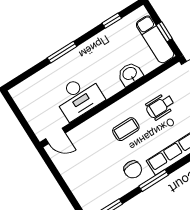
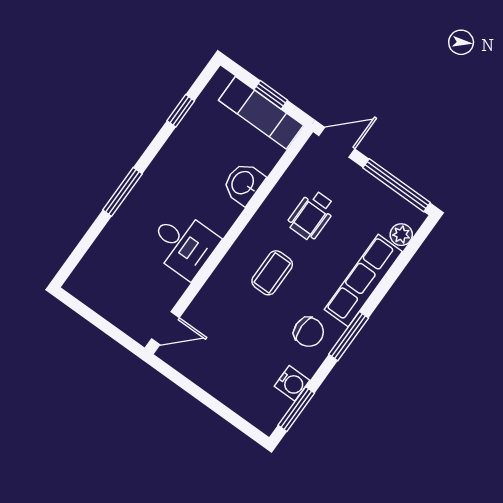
desk: (79, 97) -> (183, 244), width x0.73
water cooler: (112, 194) -> (292, 383), added

